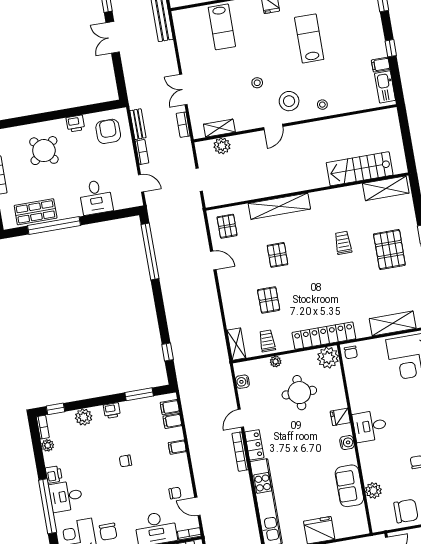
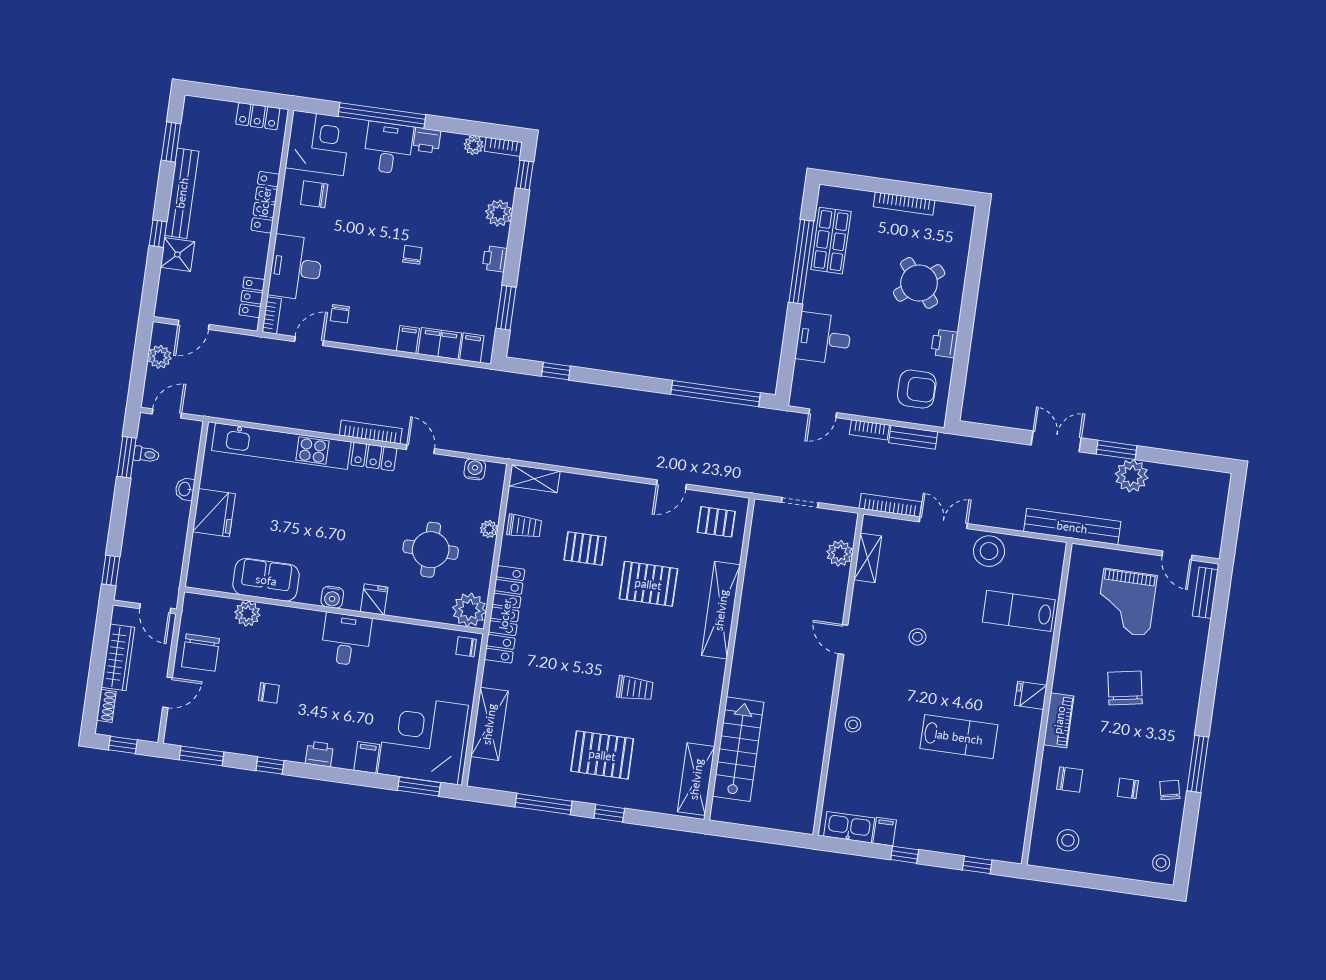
stool: (289, 101) -> (989, 551), moved
bookcase: (183, 125) -> (890, 505), width x1.56
pallet: (278, 255) -> (648, 584), width x1.50, depth x1.42
filing cabinet: (172, 421) -> (440, 343), width x2.00

